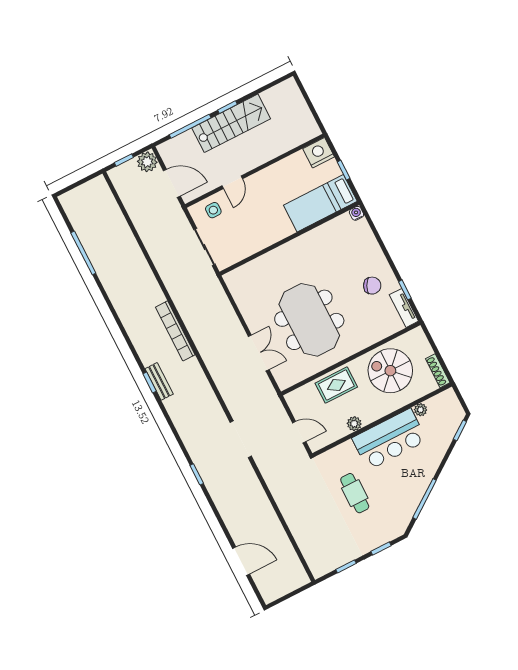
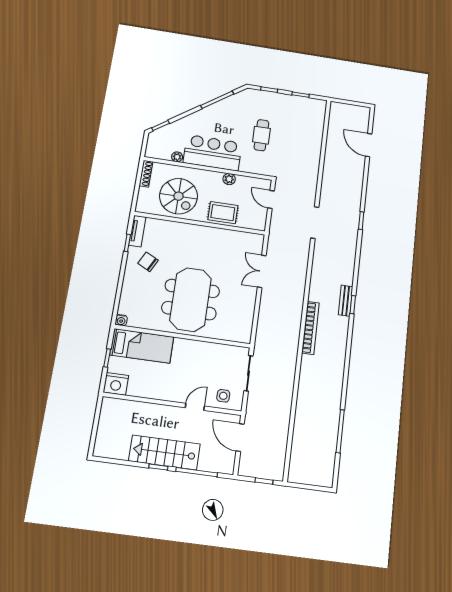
plant: (147, 162) -> (247, 467), removed
meeting table: (309, 320) -> (191, 299), moved

